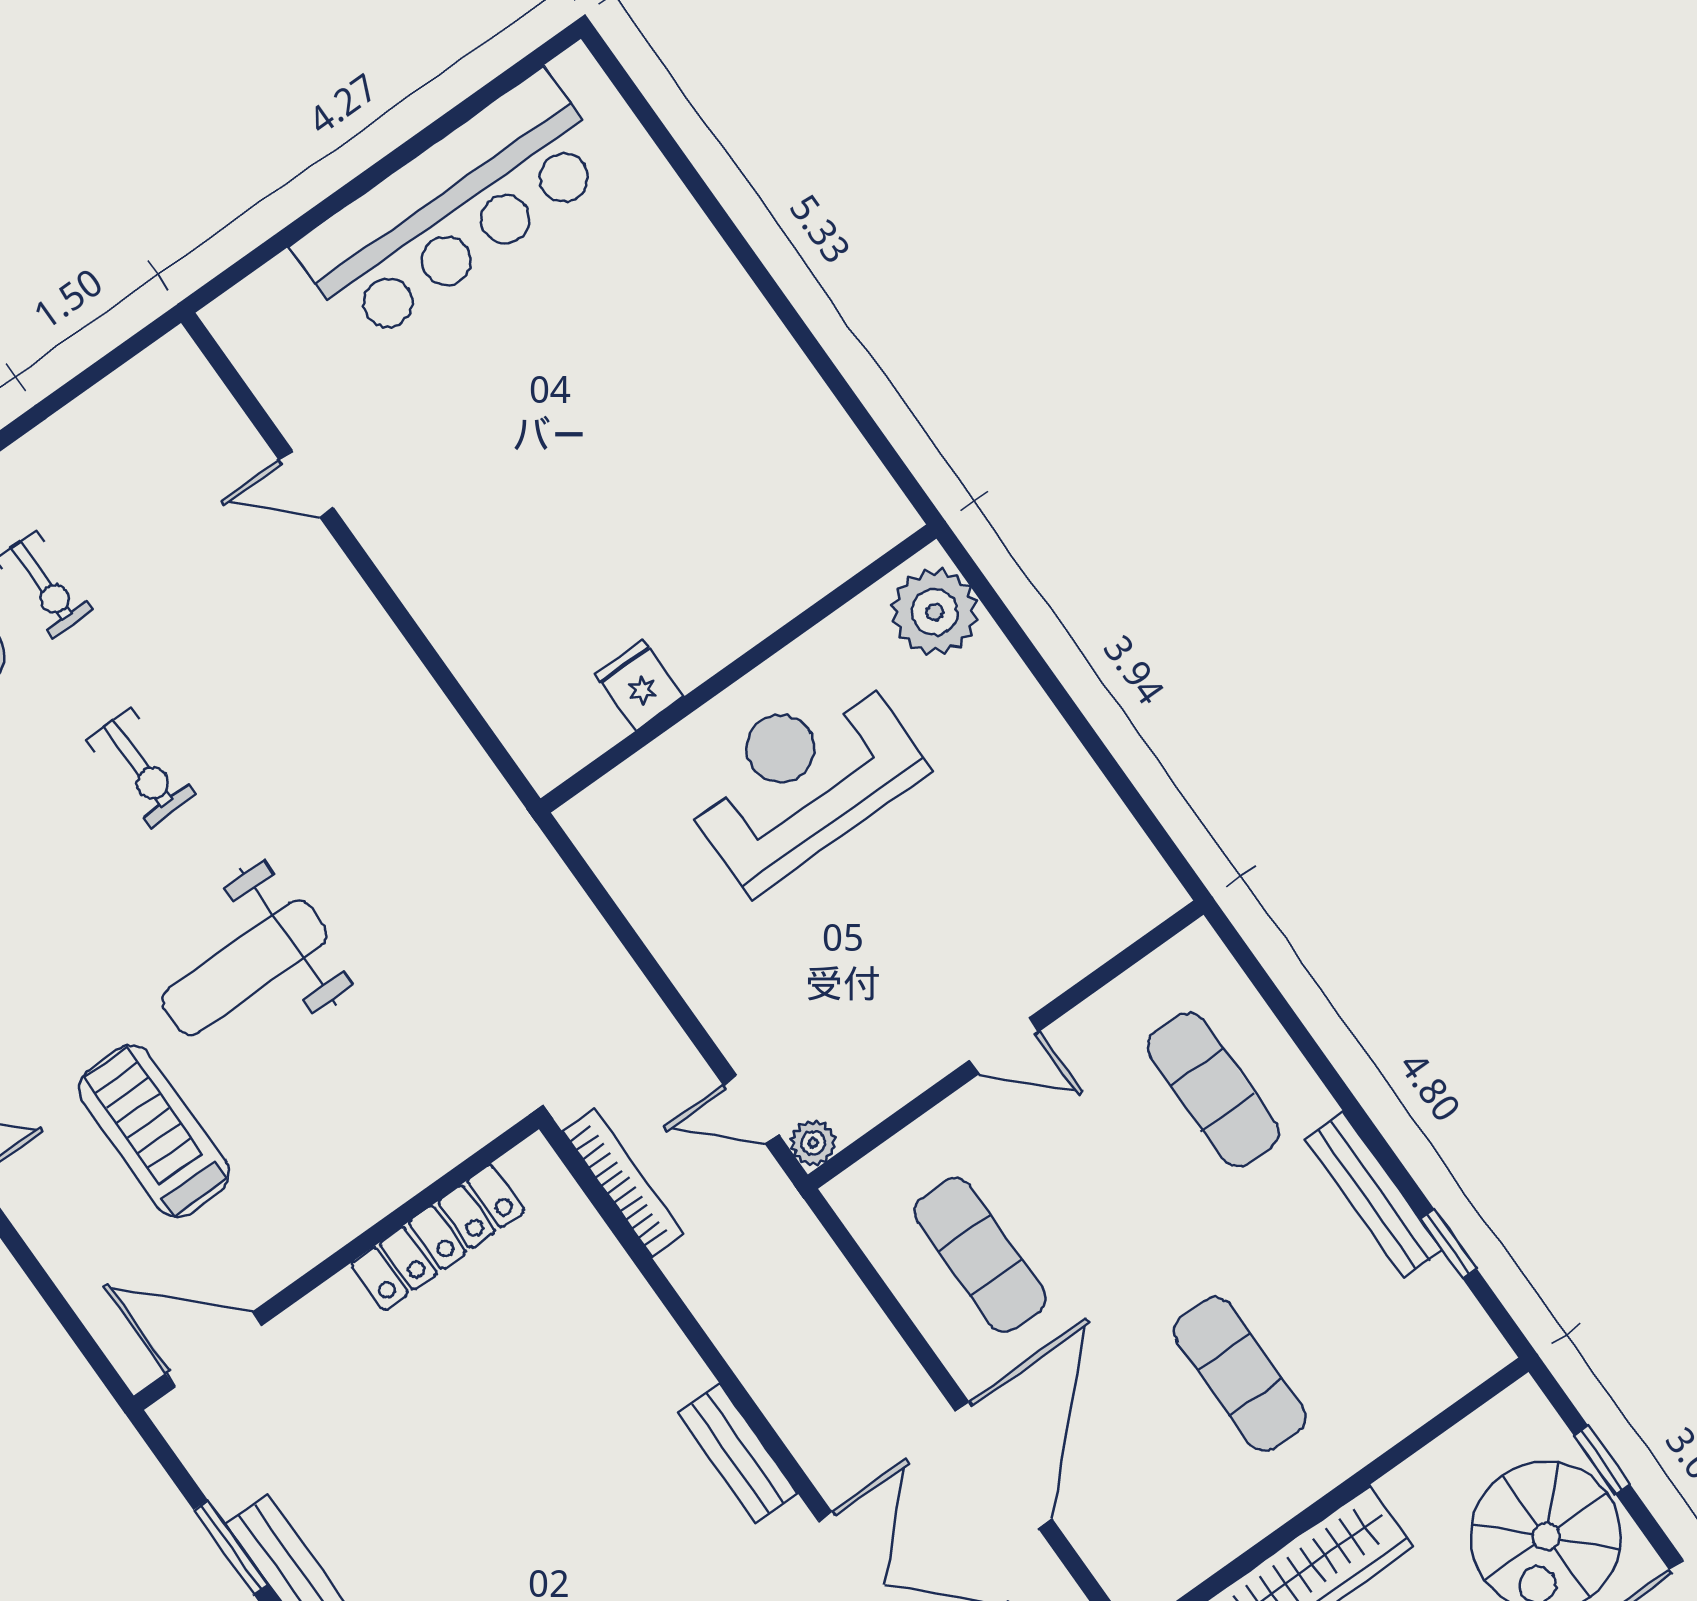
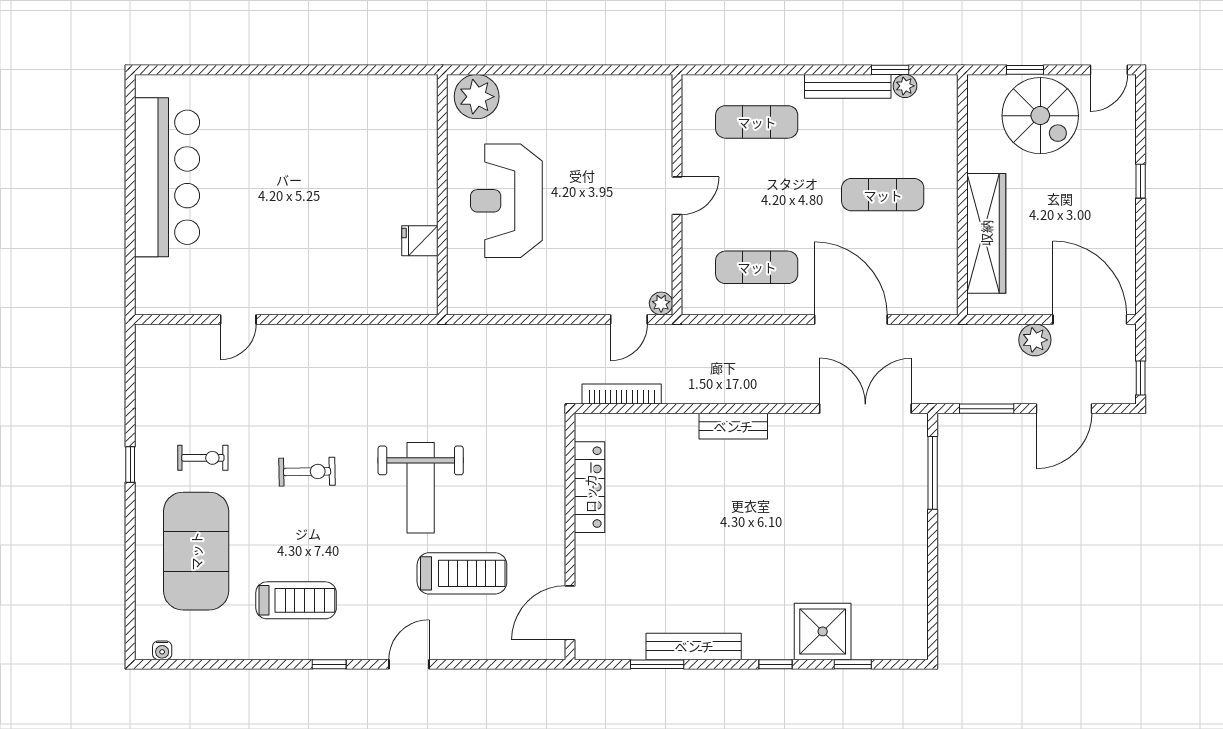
treadmill: (154, 1131) -> (462, 573), turned 180
plant: (1439, 1286) -> (905, 86), added
bench: (738, 1453) -> (733, 426), moved

